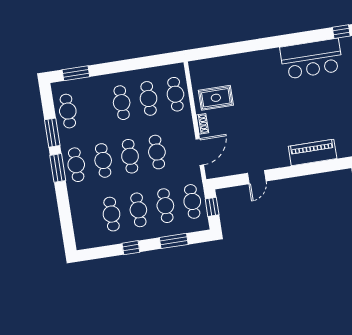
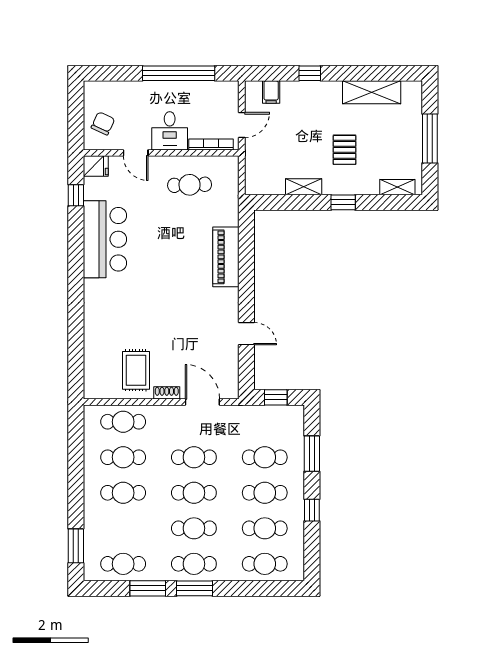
cafe table: (192, 201) -> (265, 564), moved

